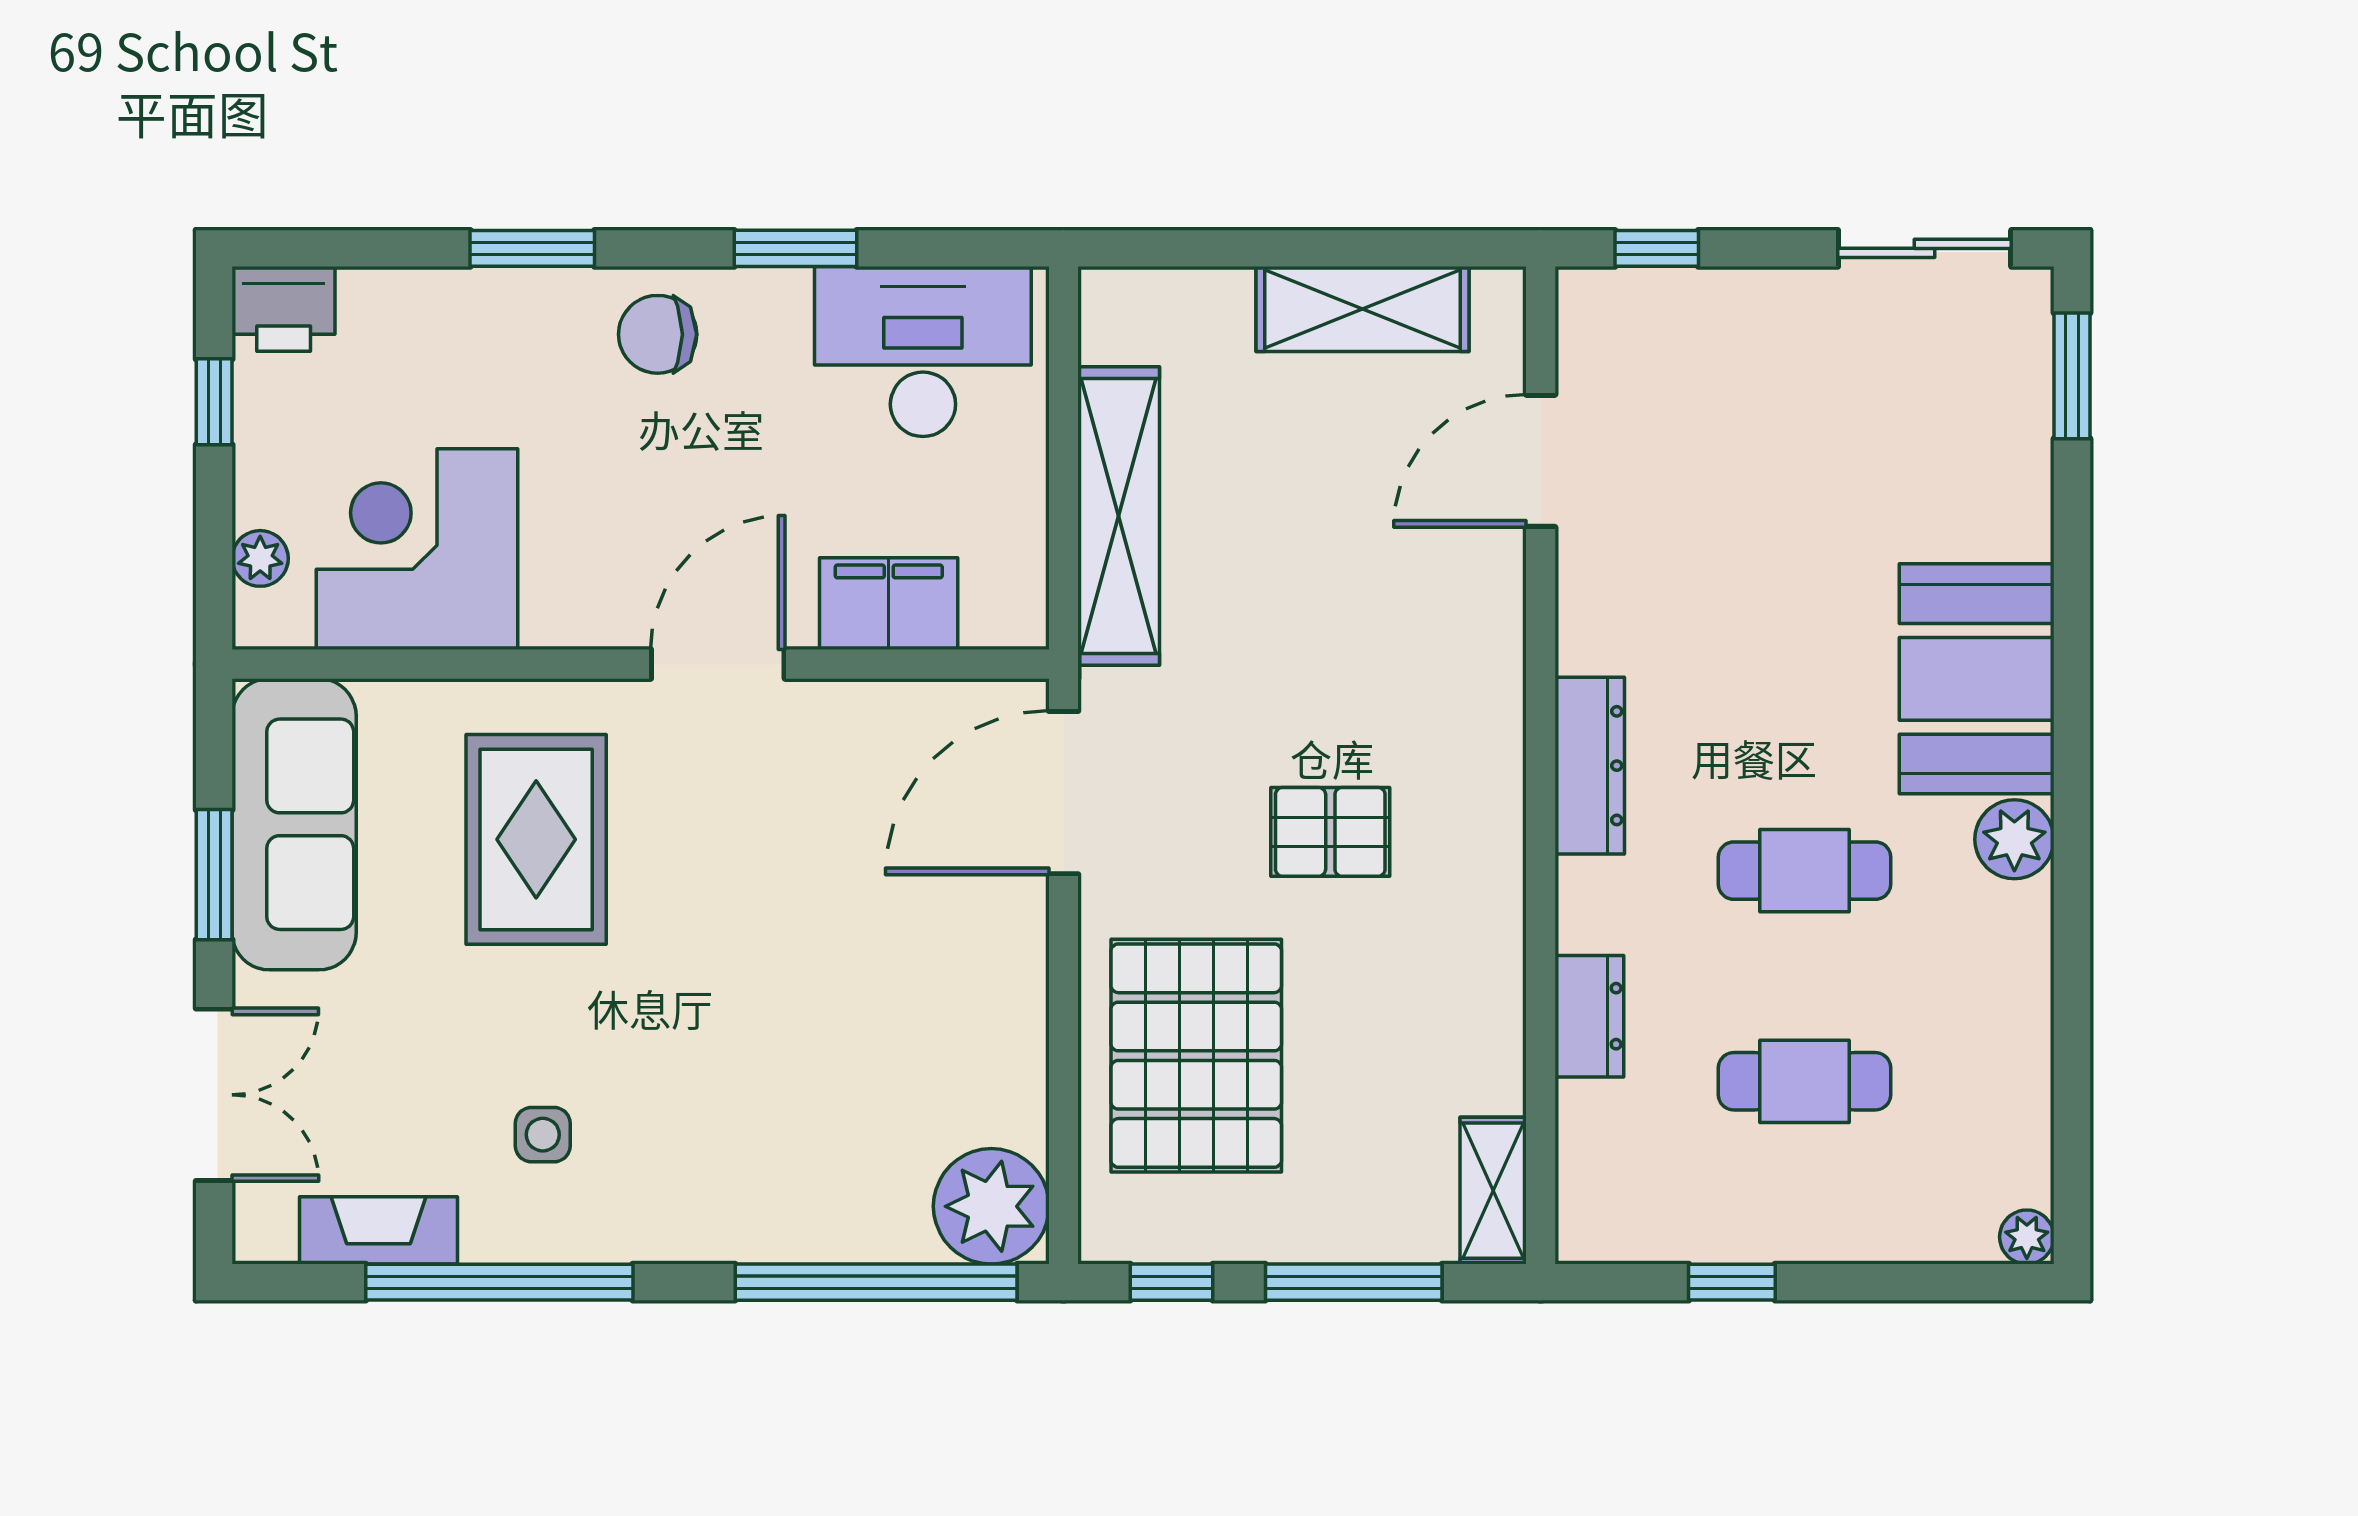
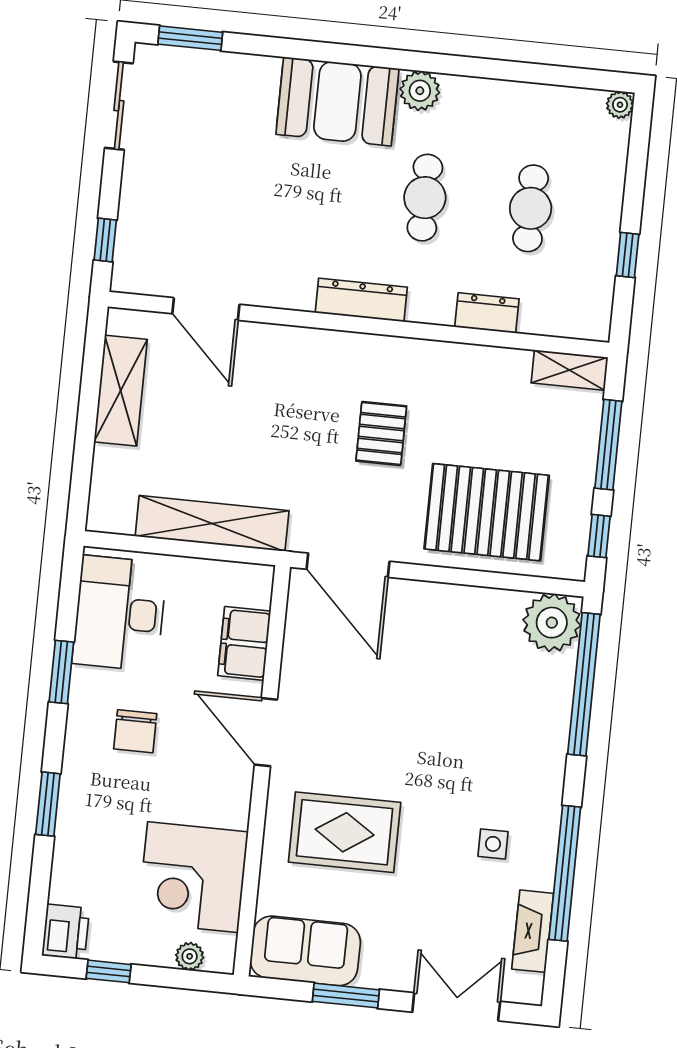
chair: (658, 334) -> (135, 731), moved
sofa: (294, 824) -> (305, 951), width x0.73

